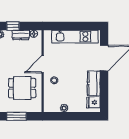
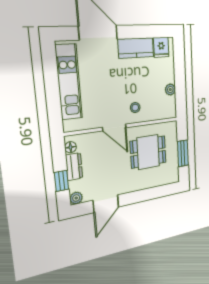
dining table: (22, 88) -> (148, 152), turned 90

